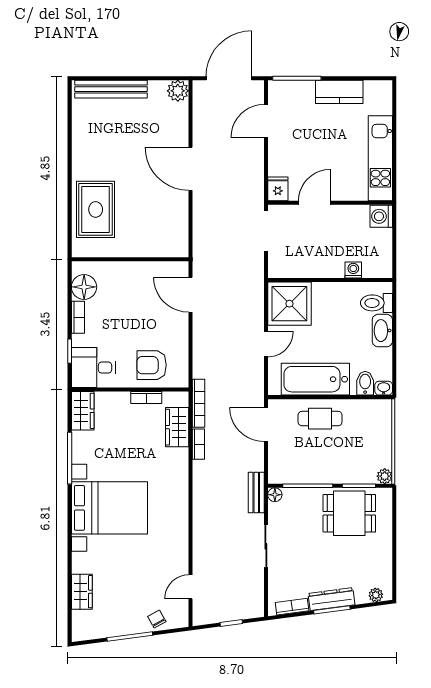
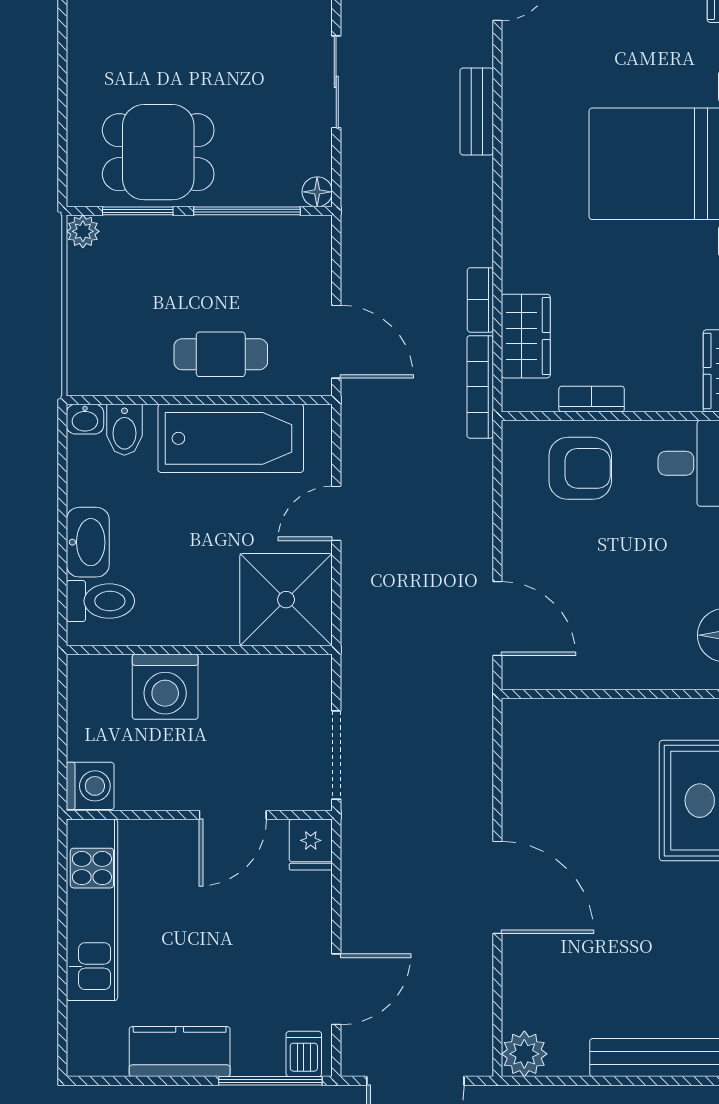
dishwasher: (281, 91) -> (304, 1054), added
washing machine: (353, 270) -> (165, 687), width x1.89, depth x1.89
bench: (256, 492) -> (477, 111), moved

